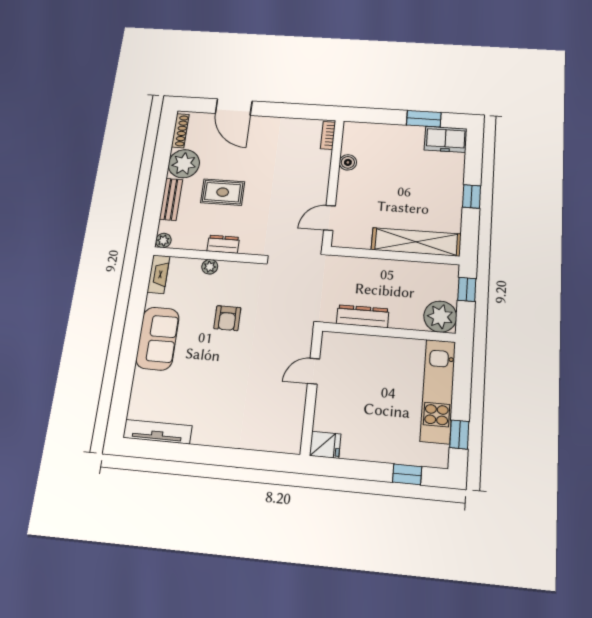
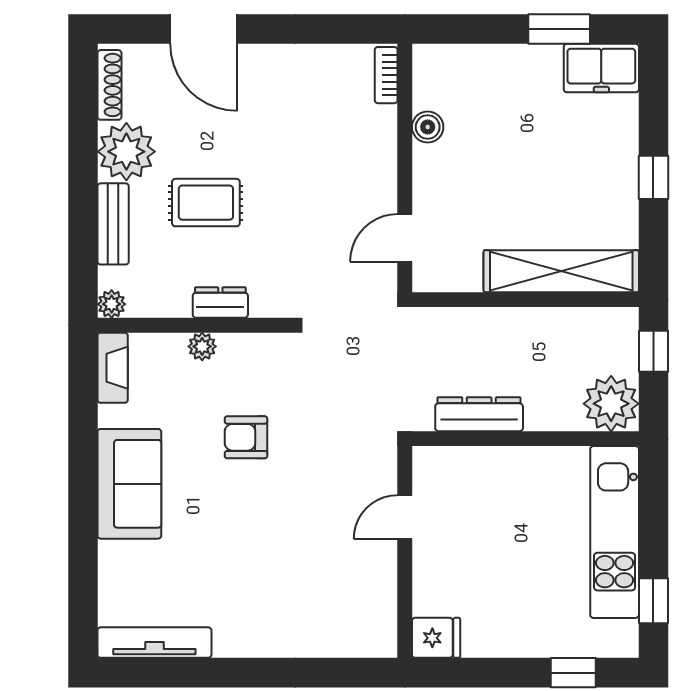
armchair: (227, 318) -> (246, 437), turned 90

